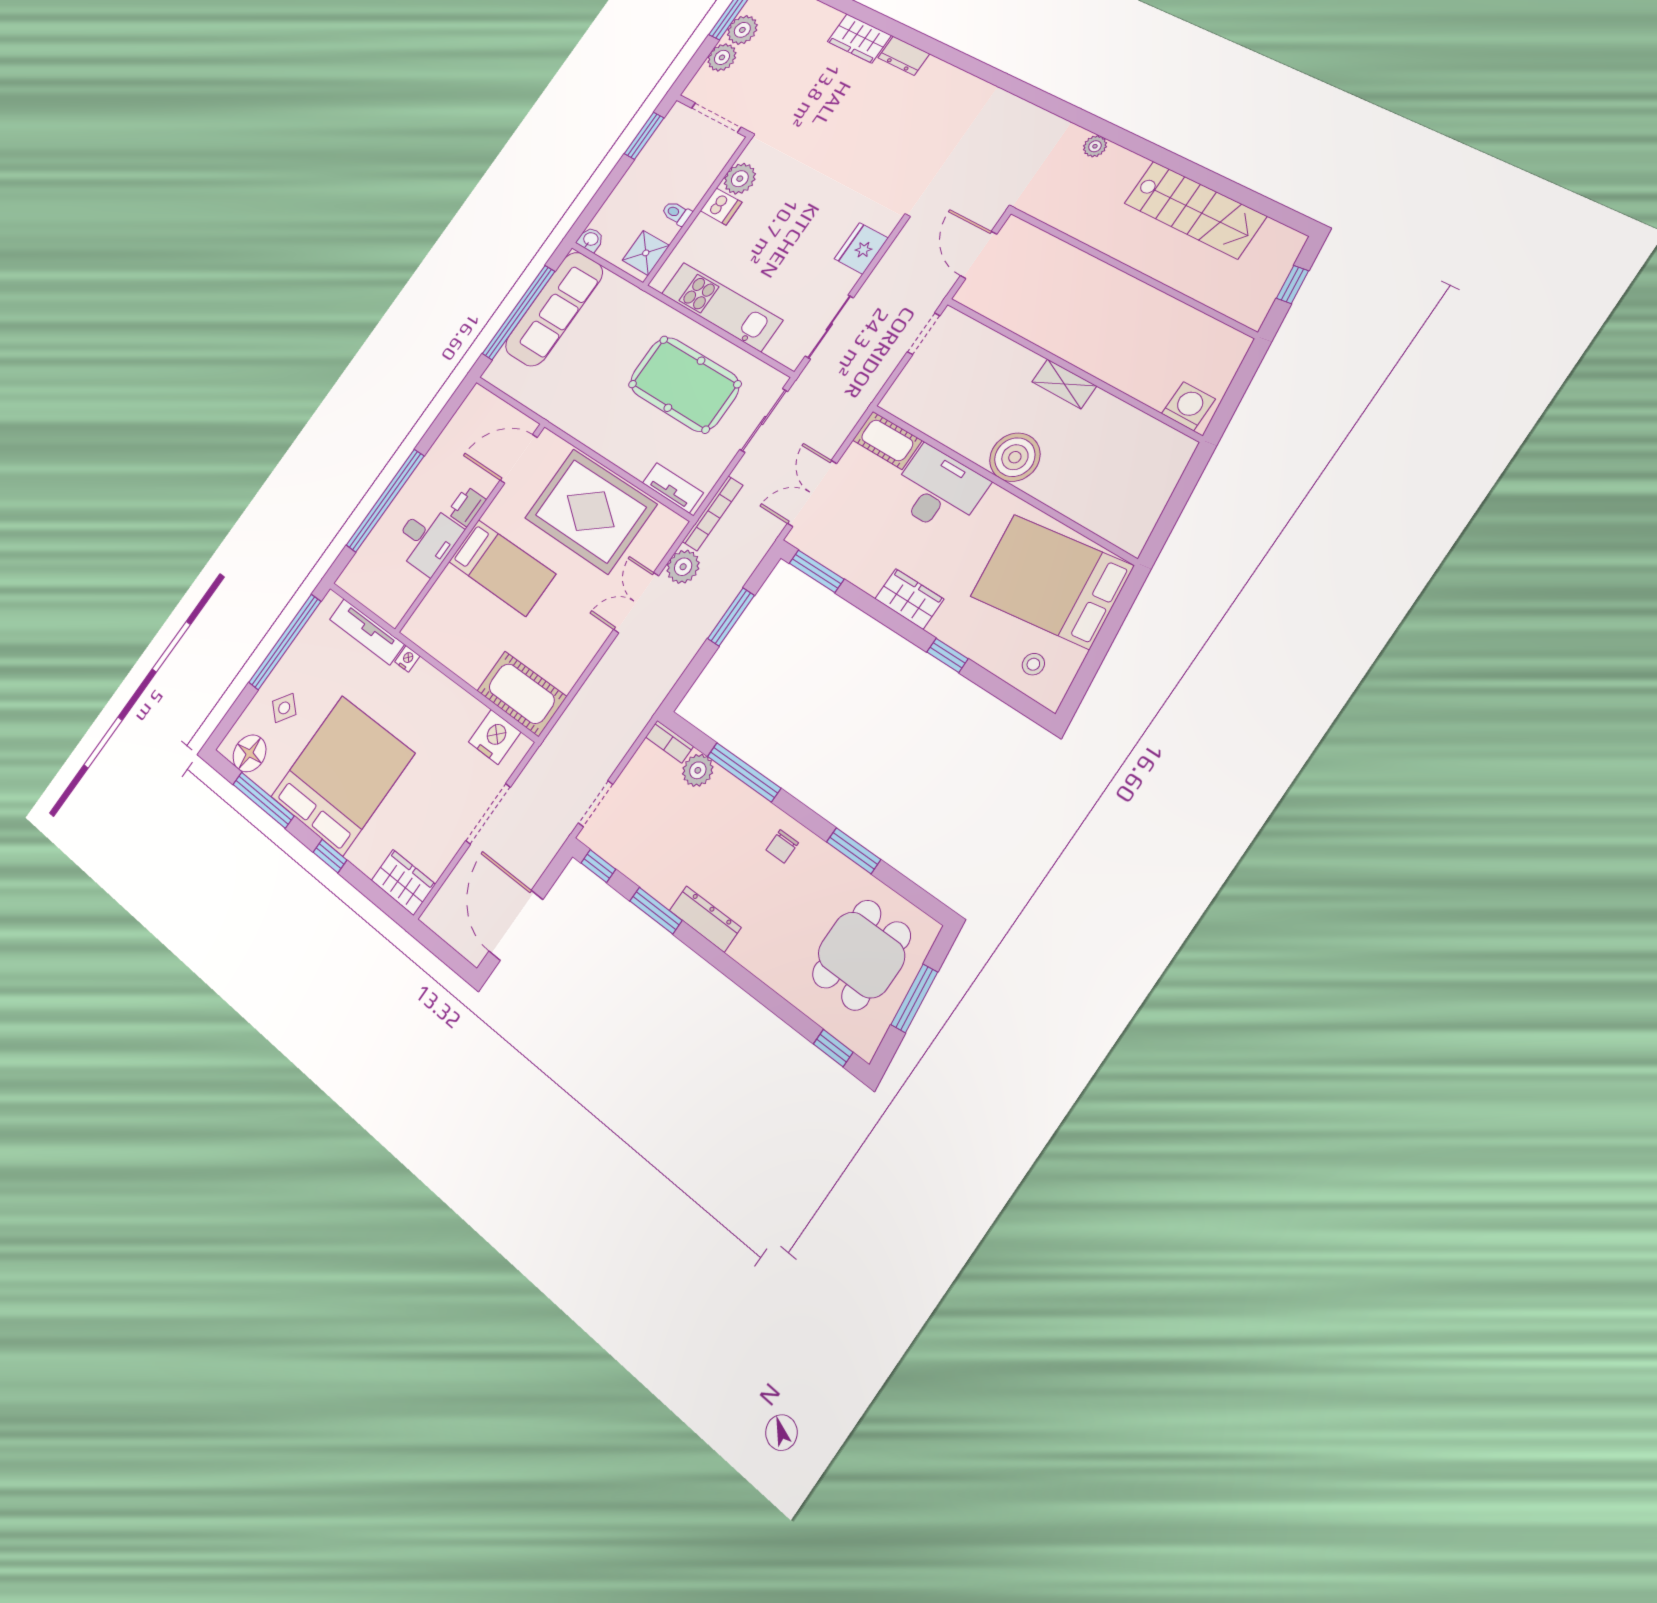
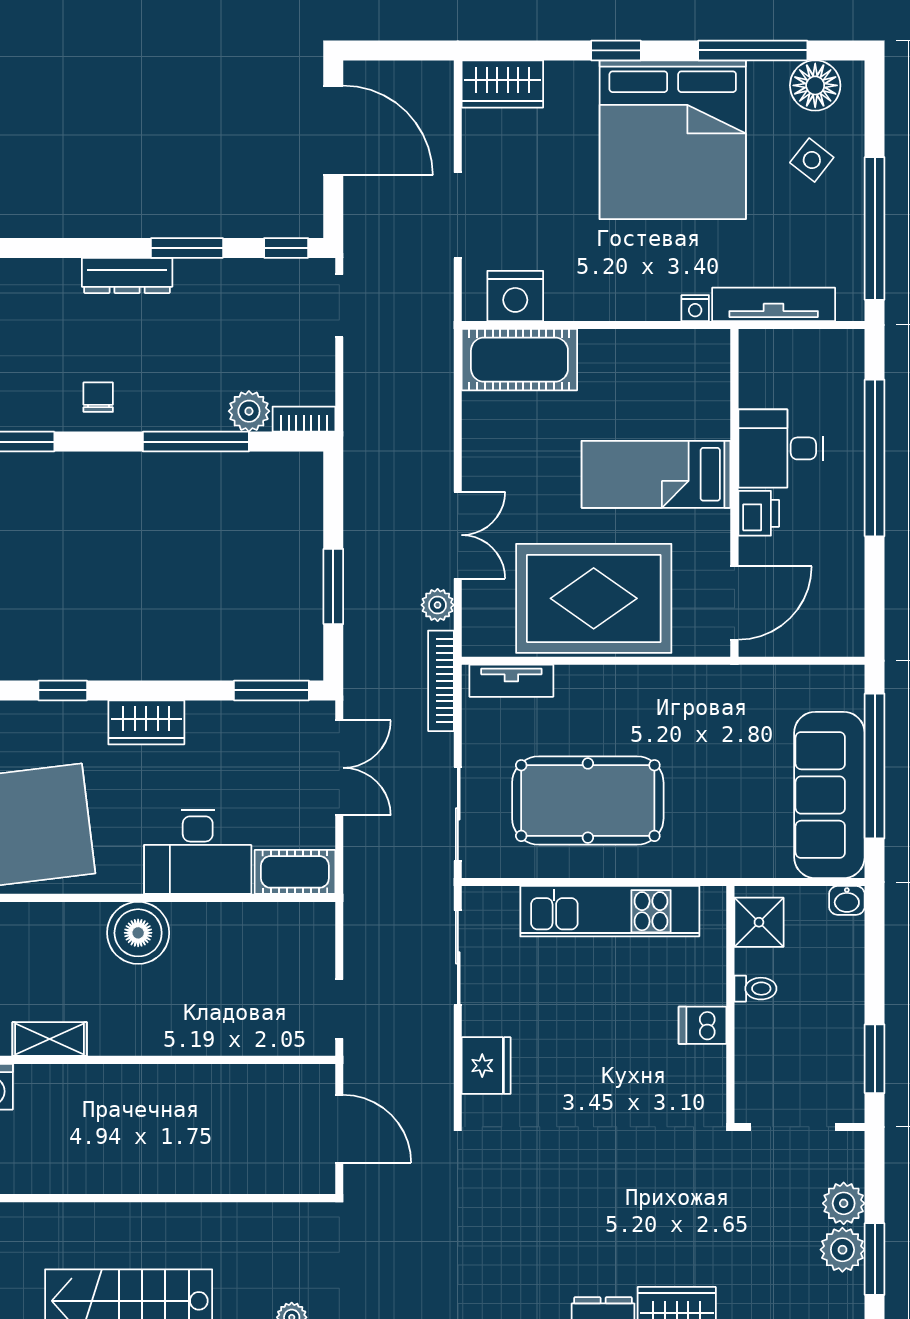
plant: (740, 179) -> (704, 1070), removed
shelving: (1064, 384) -> (50, 1039), moved
plant: (683, 567) -> (438, 605), width x0.73, depth x0.73

